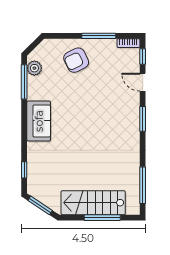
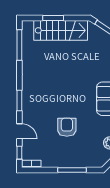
window: (99, 36) -> (72, 170), moved
armchair: (76, 60) -> (67, 127), moved, turned -64
window: (102, 218) -> (53, 18), width x0.69

